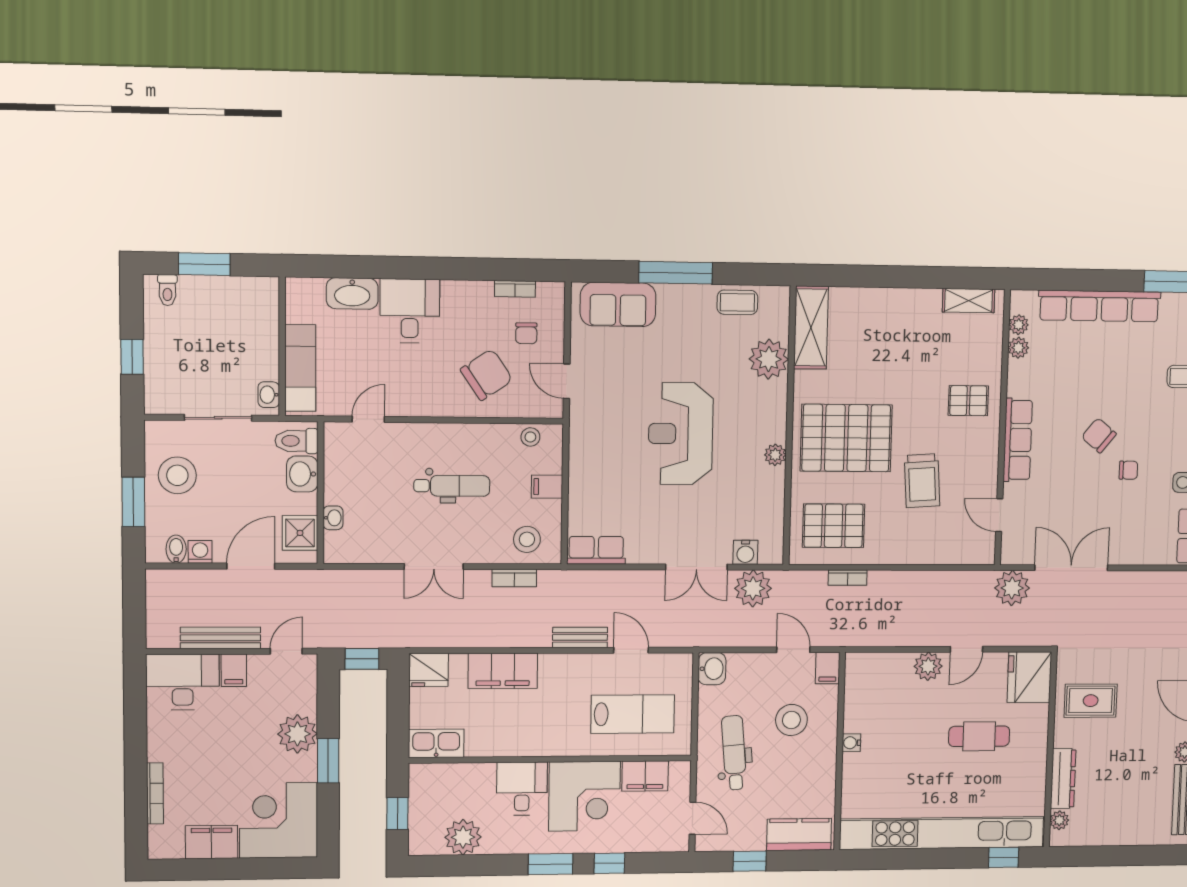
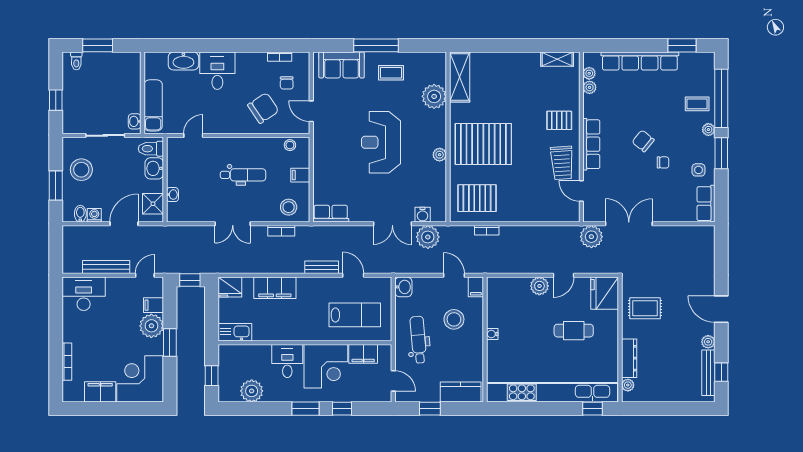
coffee table: (737, 302) -> (391, 73), moved
trolley: (922, 481) -> (562, 163), moved
filing cabinet: (234, 670) -> (154, 305), moved, turned 90

